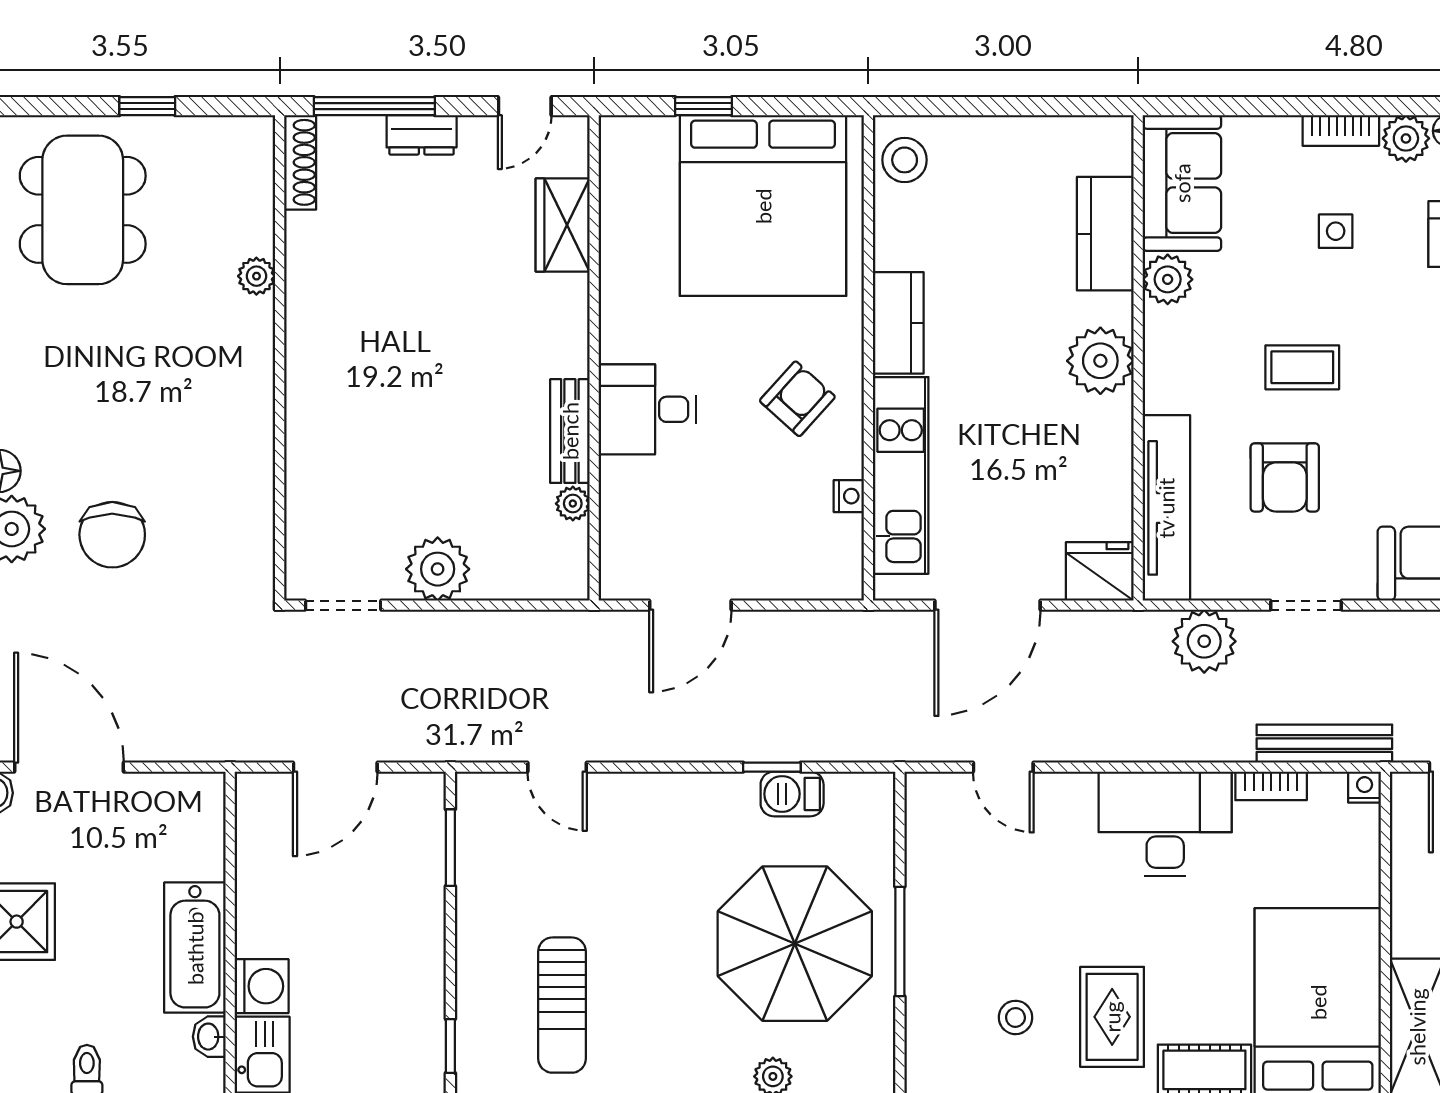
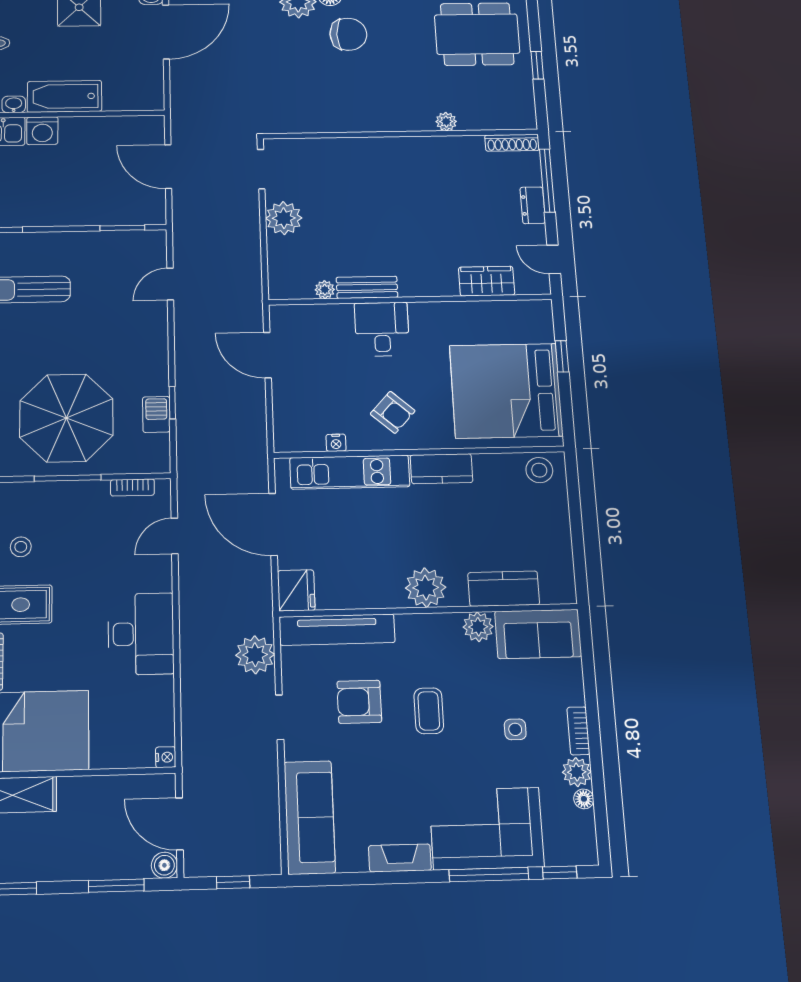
chair: (112, 535) -> (348, 34), moved, turned 180
bench: (1324, 744) -> (193, 731), removed
bookcase: (1271, 786) -> (132, 488), moved, turned -90

